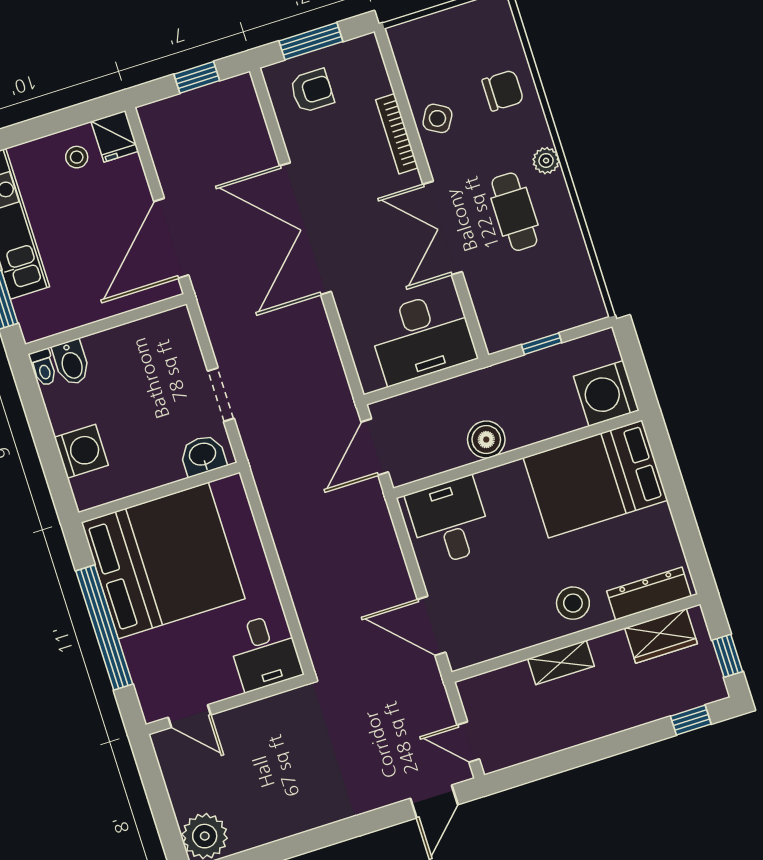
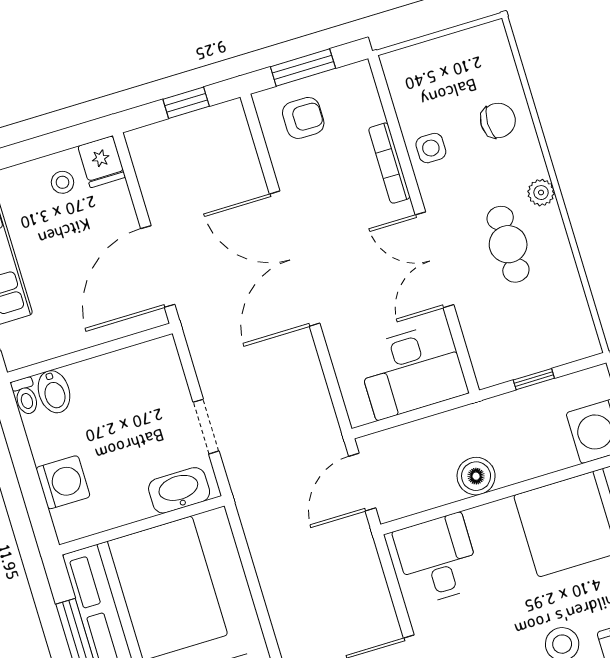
side table: (437, 118) -> (431, 148), turned -30
washbasin: (203, 455) -> (179, 490), width x1.38

